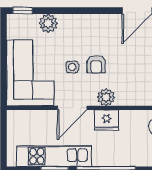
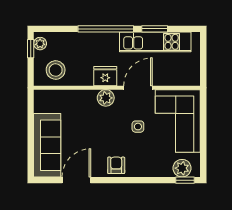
plant: (48, 23) -> (182, 168), moved
armchair: (96, 64) -> (116, 165), moved

